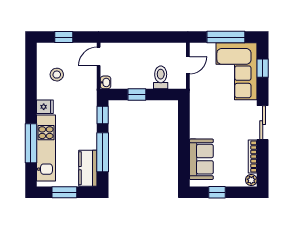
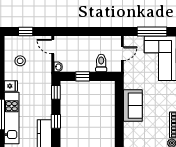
door: (99, 56) -> (53, 47), hinge flipped
window: (103, 152) -> (56, 121), width x0.46
sofa: (201, 159) -> (133, 106), moved

